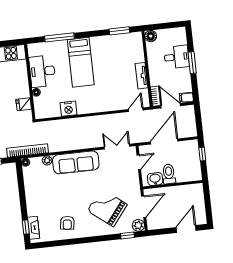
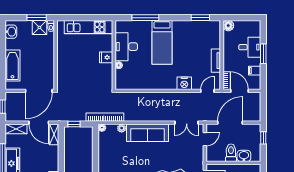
filing cabinet: (186, 98) -> (255, 71), moved
fridge: (24, 104) -> (106, 57), moved
nightstand: (68, 109) -> (184, 83), moved
double door: (117, 147) -> (187, 123), swing flipped
washbasin: (155, 179) -> (244, 156), moved

